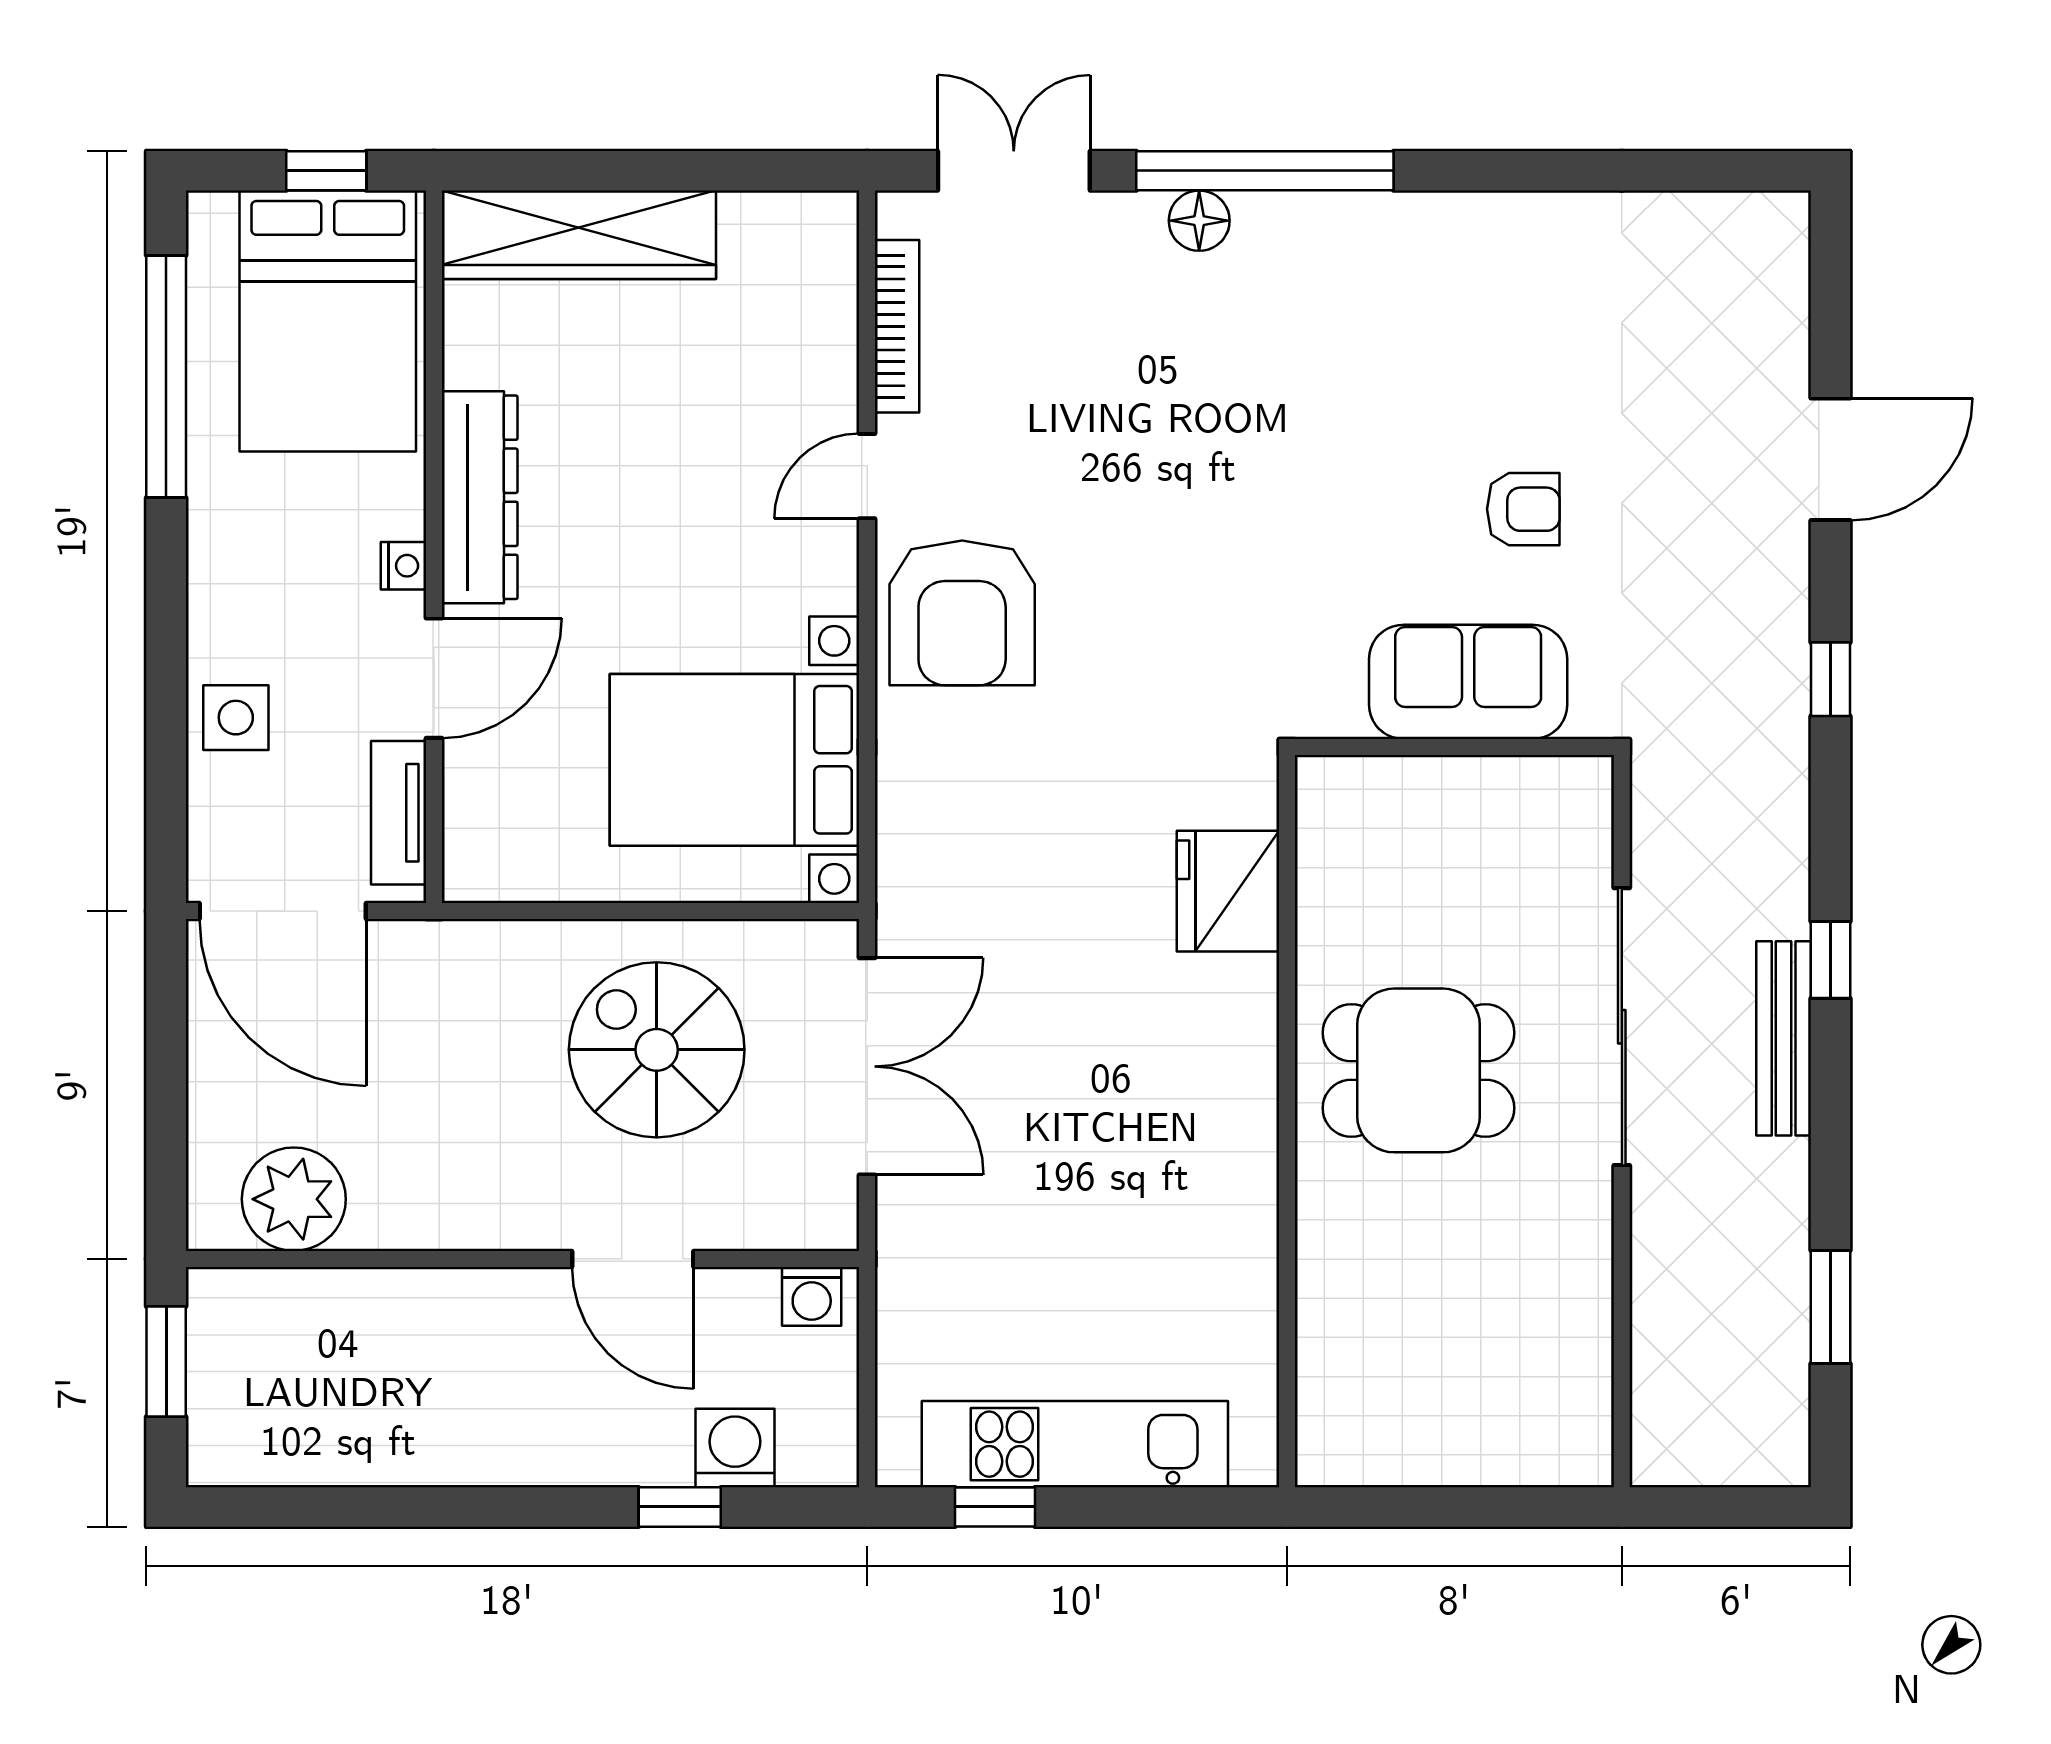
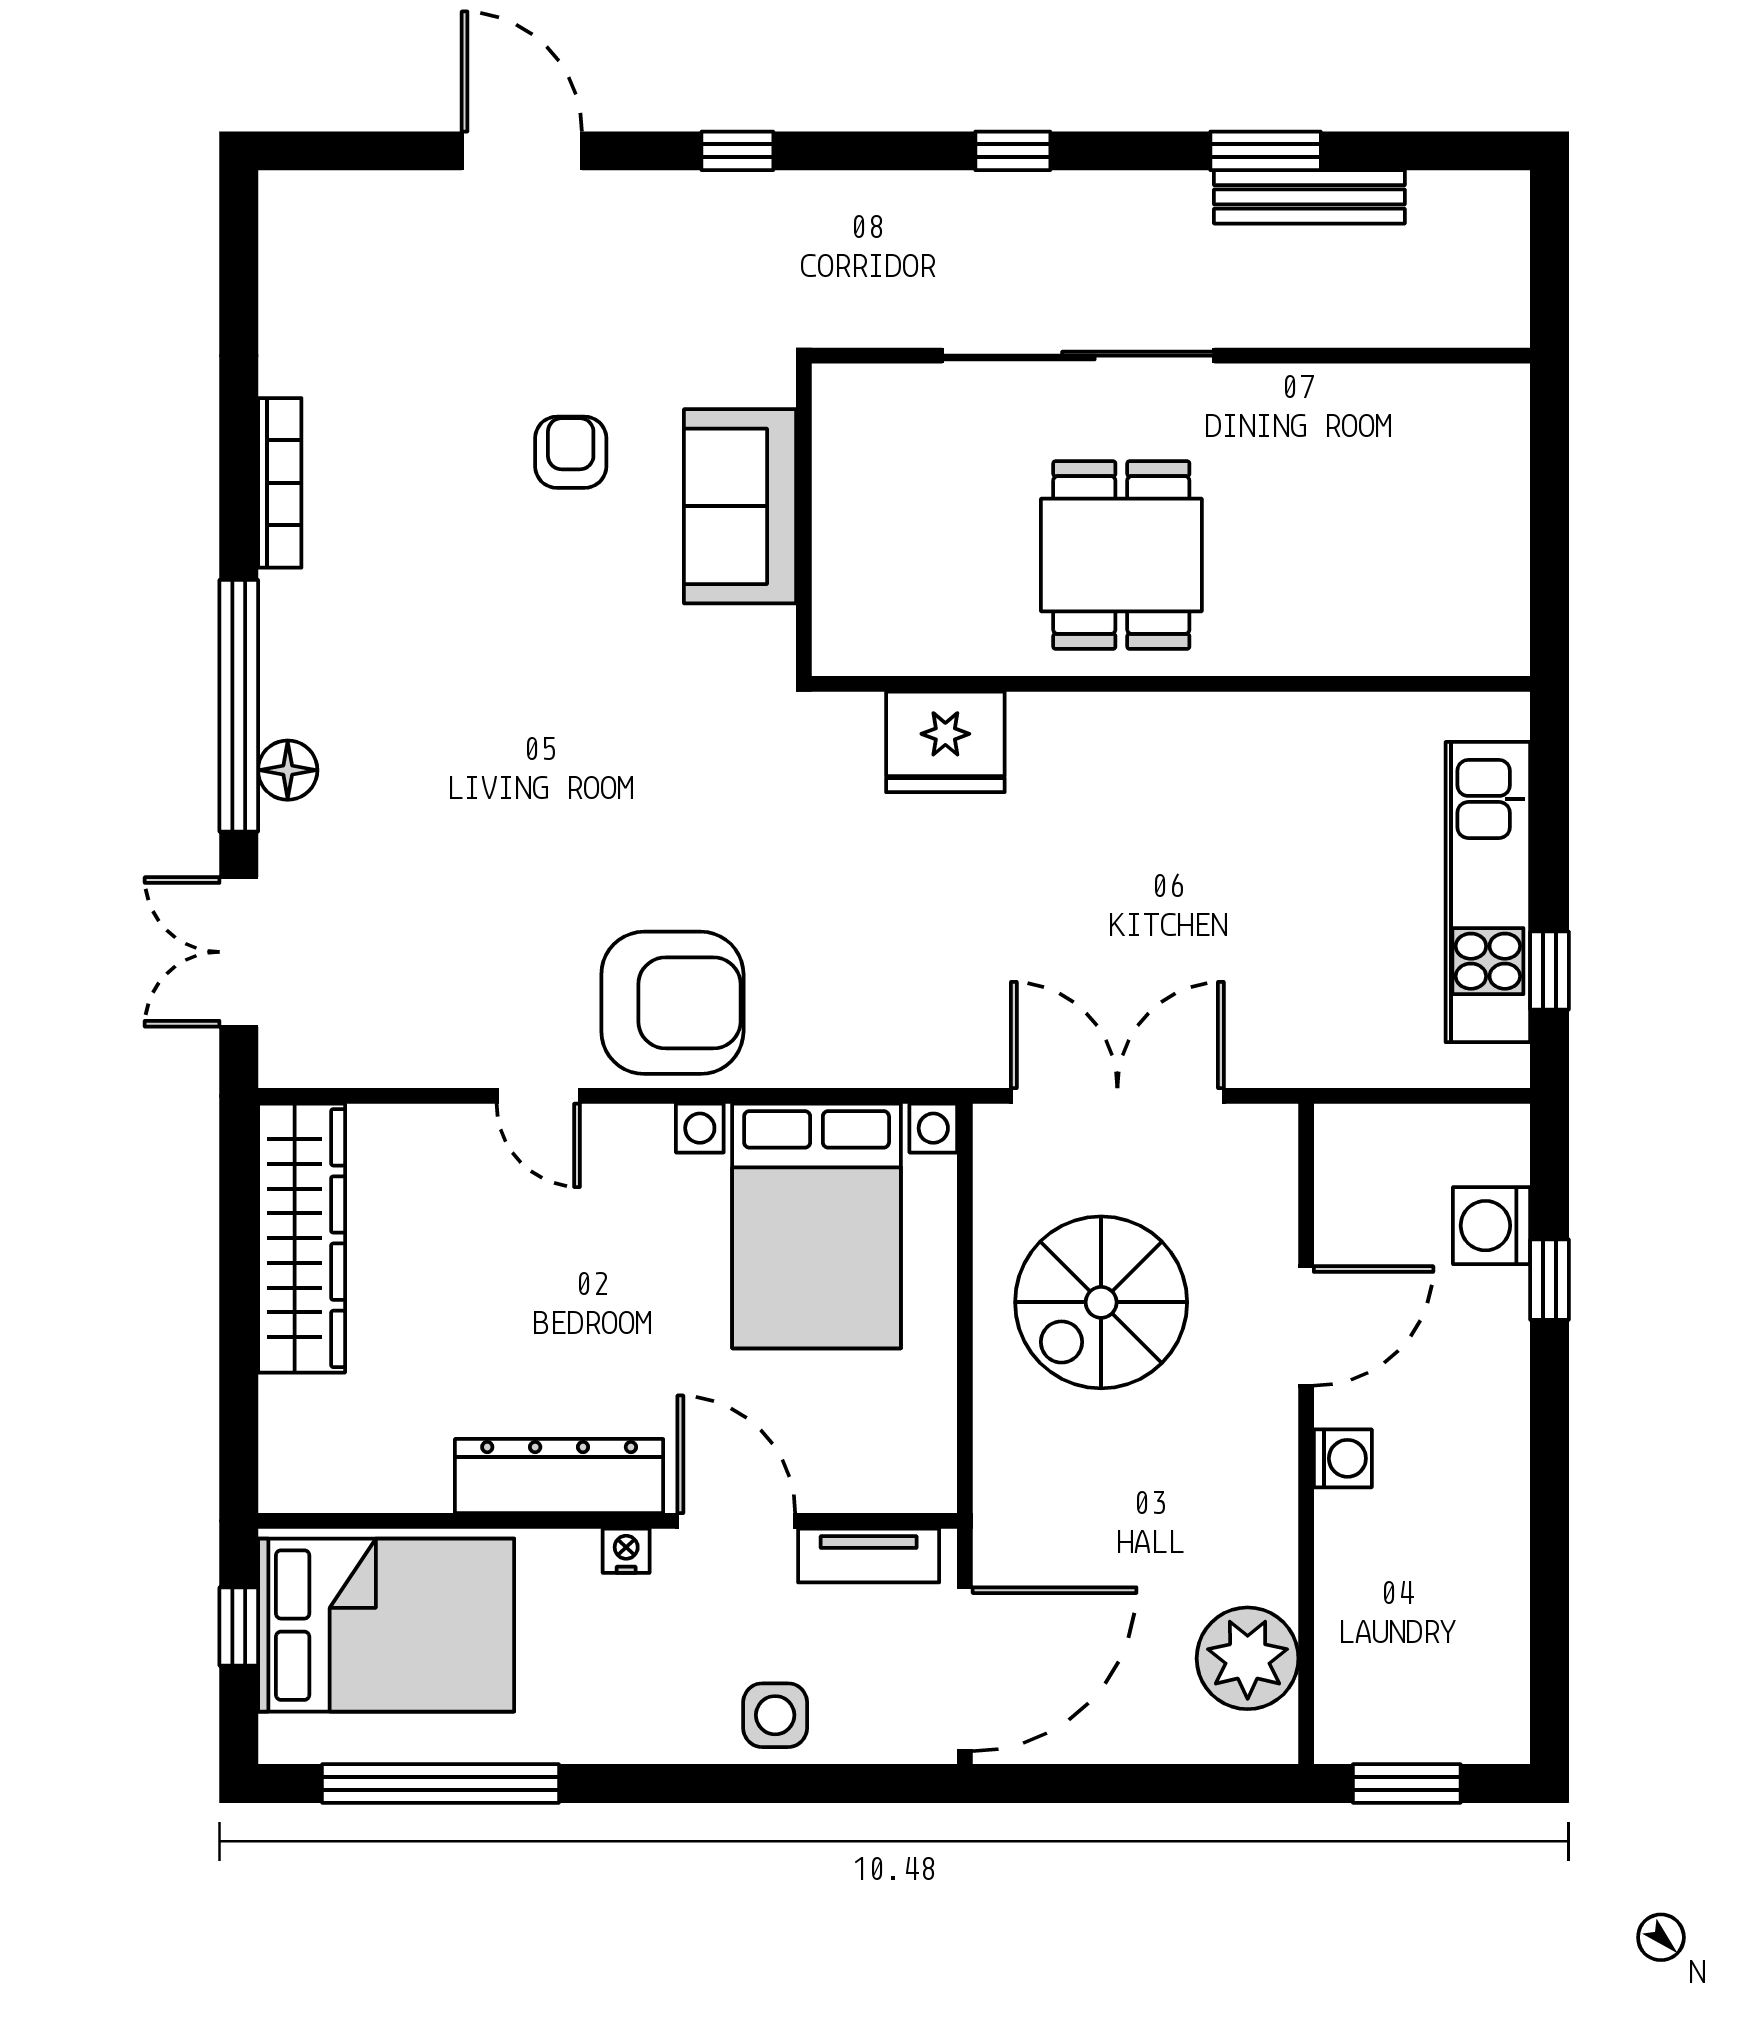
wardrobe: (579, 235) -> (302, 1238), moved
bookcase: (897, 326) -> (280, 483), moved, turned 90
bench: (1784, 1038) -> (1309, 197), moved
washing machine: (812, 1296) -> (1343, 1458), moved
window: (1831, 1307) -> (1266, 151), moved

